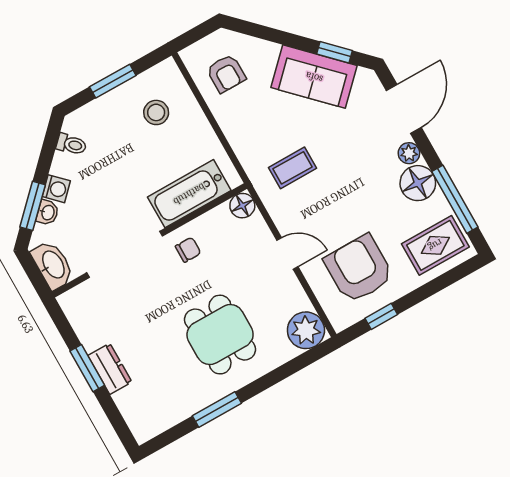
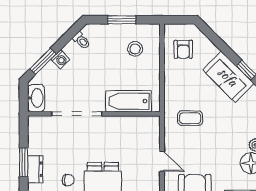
floor lamp: (242, 206) -> (153, 123), removed
washbasin: (47, 212) -> (49, 69), removed
chair: (188, 250) -> (68, 180), moved

